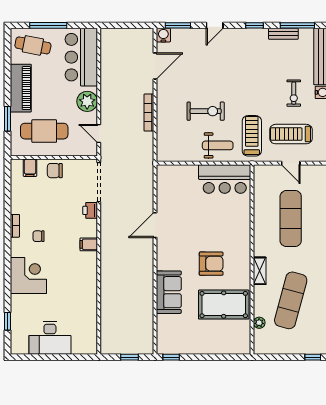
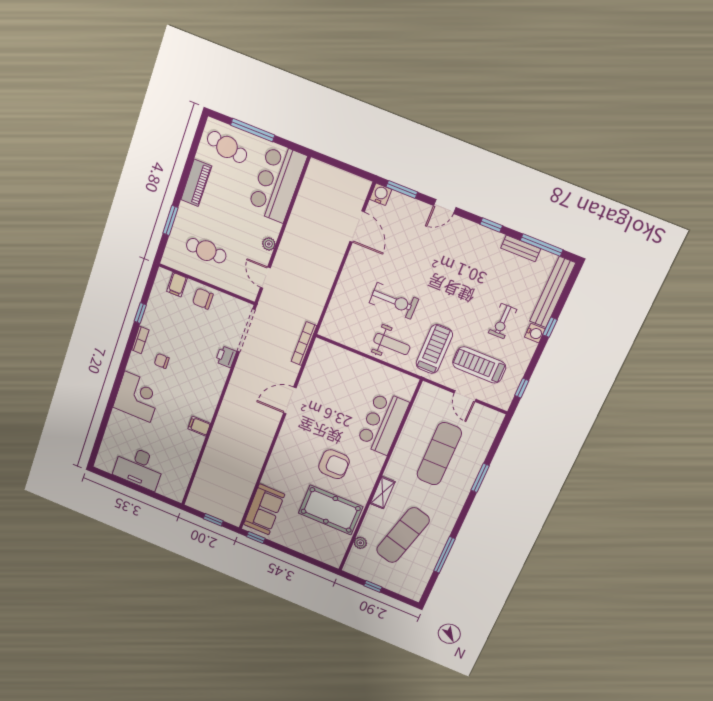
door: (155, 66) -> (357, 227), hinge flipped
piano: (21, 88) -> (196, 183), width x0.73, depth x0.75
plant: (87, 101) -> (269, 244), width x0.53, depth x0.53
bookcase: (149, 113) -> (304, 344), moved
cafe table: (44, 131) -> (206, 251), width x0.73, depth x0.74
bar counter: (225, 179) -> (383, 423), moved, turned 90
filing cabinet: (89, 244) -> (199, 426), moved
sofa: (169, 292) -> (264, 509), moved
window: (7, 321) -> (140, 313), moved
window: (313, 357) -> (373, 586), moved

